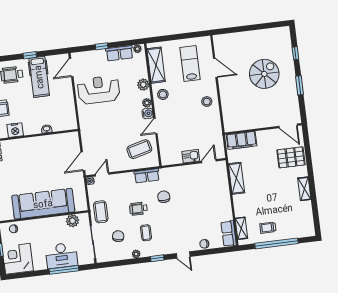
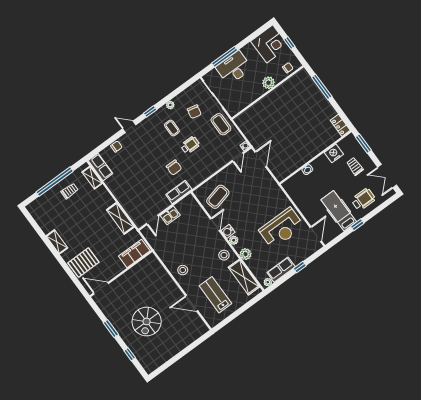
lab bench: (190, 63) -> (216, 295), turned 180
row of seats: (147, 176) -> (179, 192), moved
sofa: (43, 204) -> (274, 104), removed
plant: (72, 221) -> (268, 83), moved

